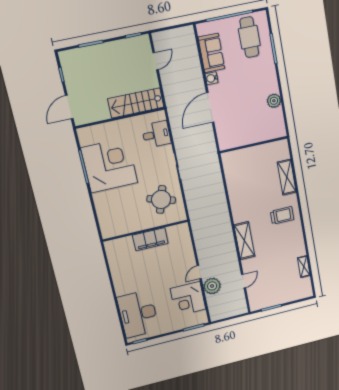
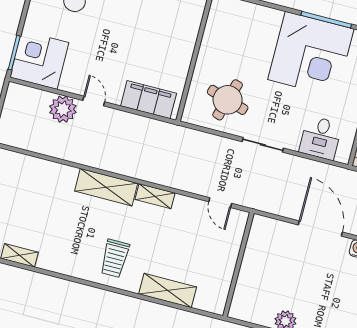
shelving: (237, 211) -> (155, 196), added
filing cabinet: (150, 239) -> (149, 100), moved, turned 90
door: (243, 281) -> (220, 203), moved
corner desk: (188, 299) -> (39, 60), moved

